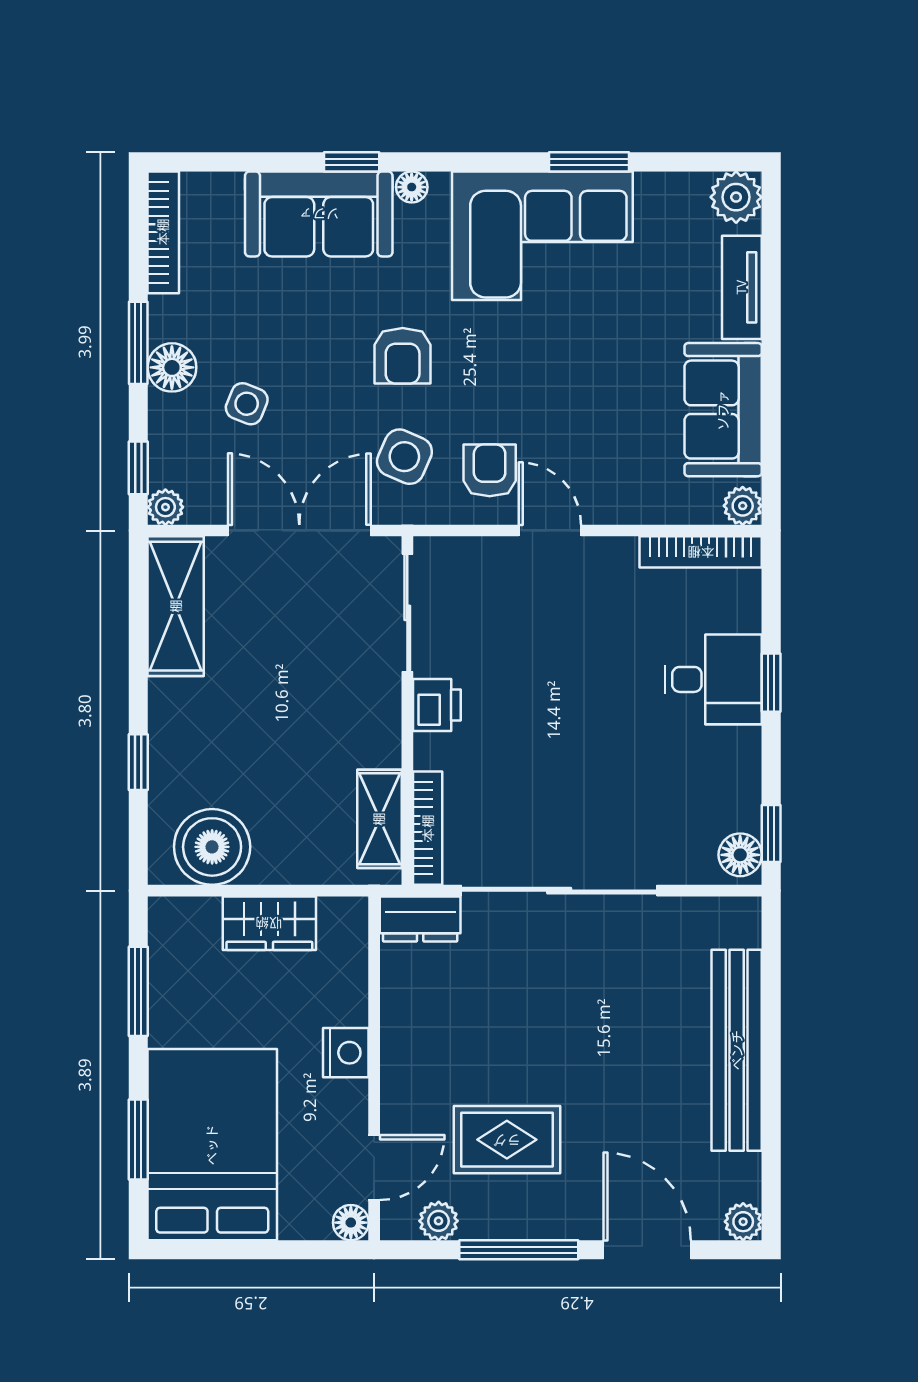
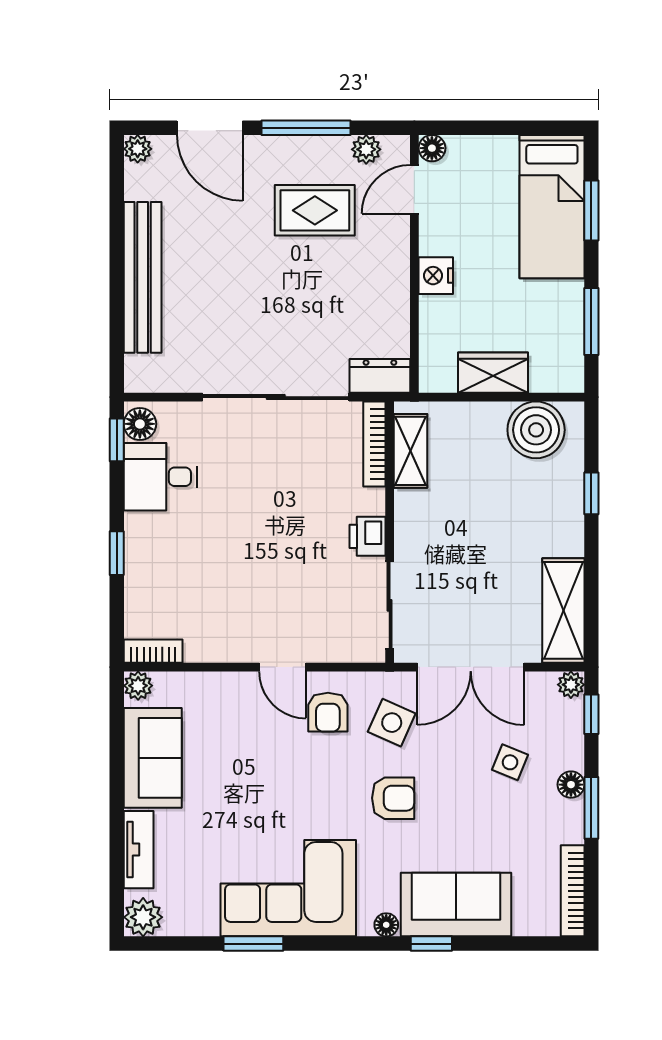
armchair: (403, 356) -> (393, 798), turned 90
floor lamp: (172, 367) -> (571, 785), width x0.73, depth x0.73
bookcase: (701, 552) -> (153, 651), width x0.64
desk: (713, 679) -> (160, 477), moved
bed: (212, 1145) -> (552, 207), width x0.67

